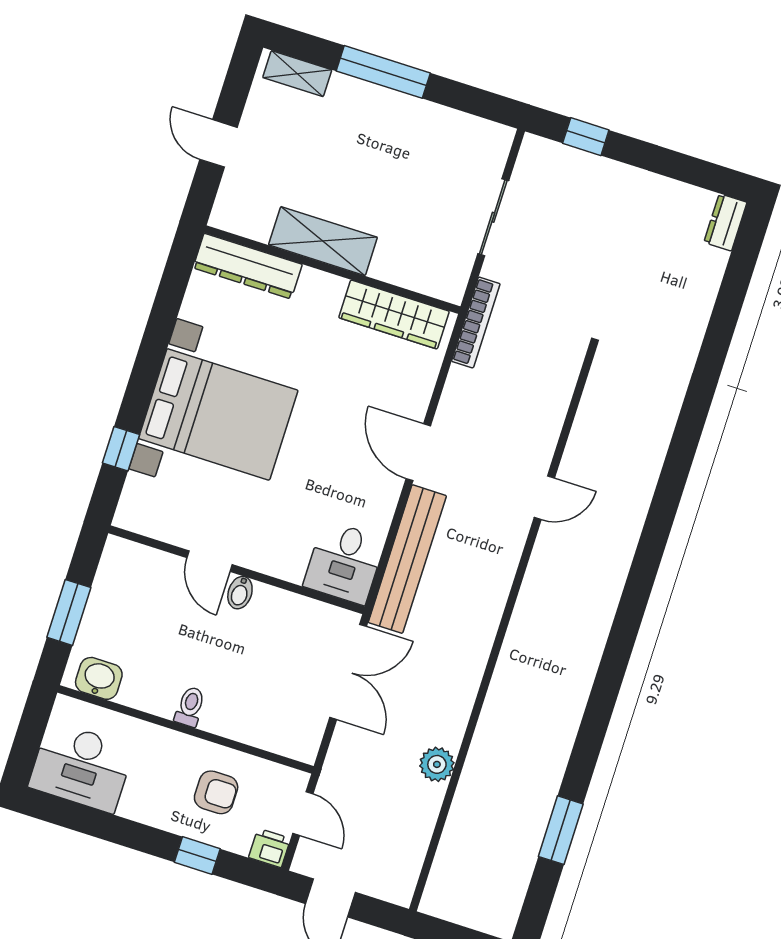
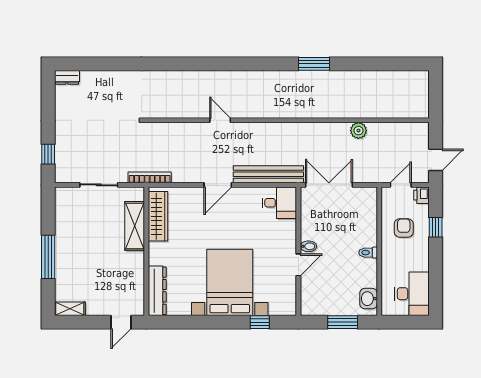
shelving: (297, 74) -> (70, 309), moved, turned 90
door: (218, 143) -> (121, 322), moved
shelving: (323, 241) -> (135, 226), moved
window: (561, 830) -> (314, 64), moved

